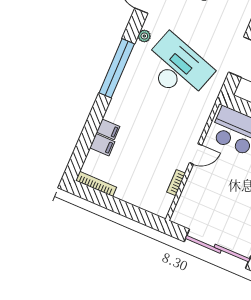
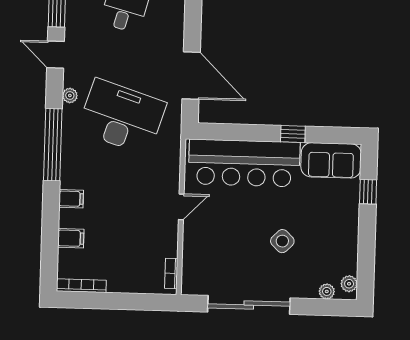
filing cabinet: (108, 129) -> (71, 199), moved
bookcase: (176, 183) -> (171, 273), moved

